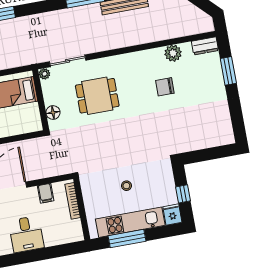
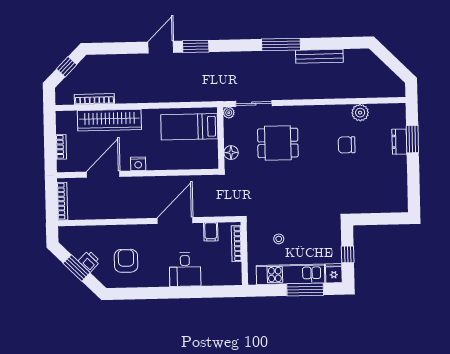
dresser: (205, 46) -> (399, 142), moved, turned 90
stool: (126, 186) -> (279, 239), moved
window: (127, 239) -> (305, 289), moved

